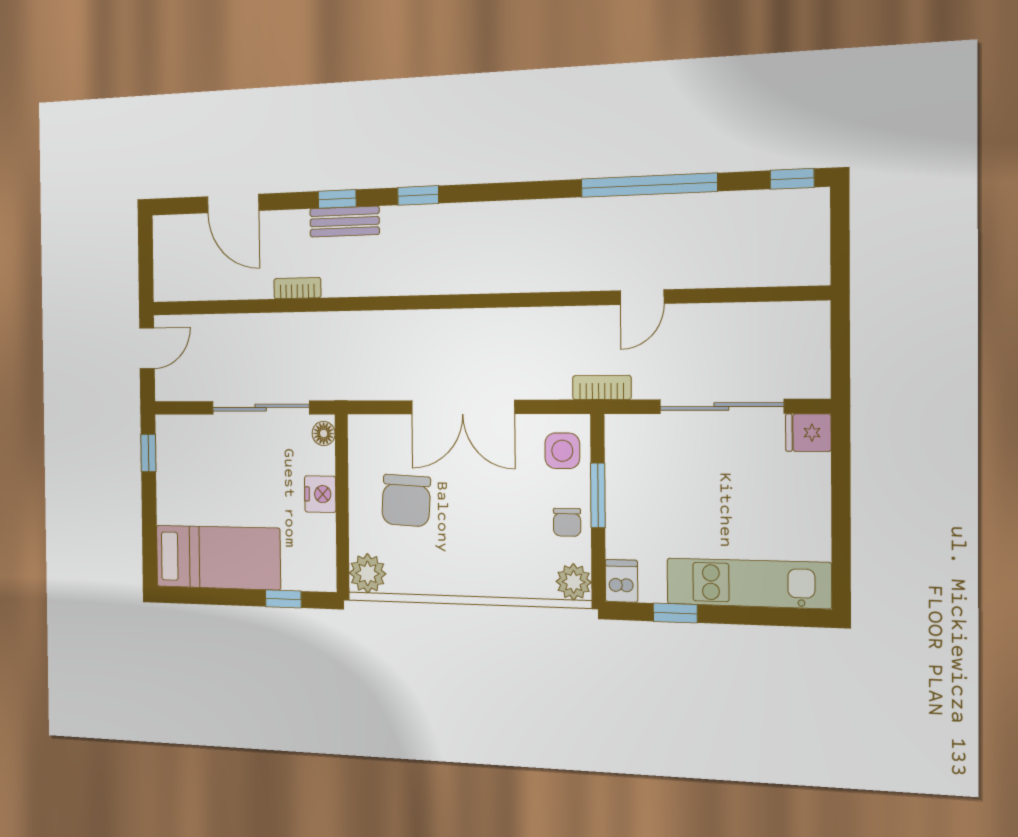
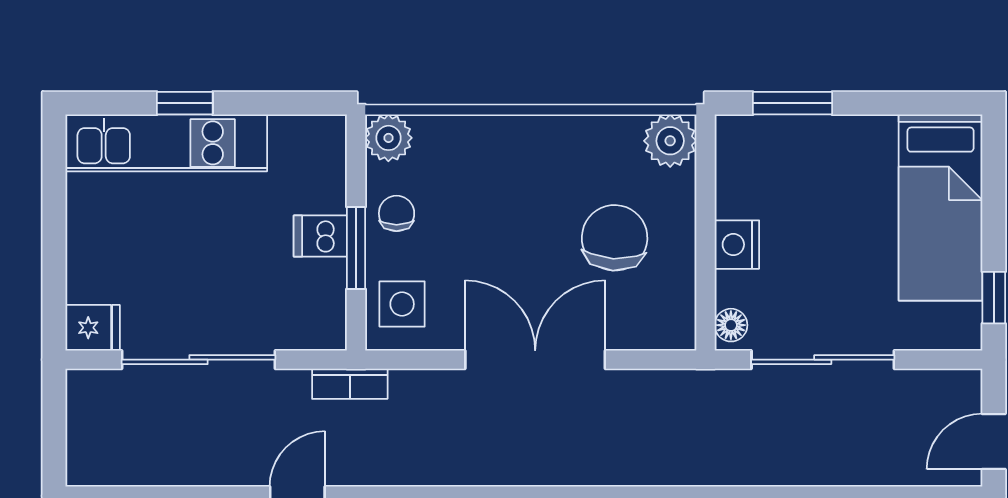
bed: (218, 557) -> (941, 208), moved, turned -90
dishwasher: (621, 581) -> (320, 236), moved, turned 90
window: (283, 599) -> (792, 103), width x1.50
window: (675, 613) -> (185, 103), moved

